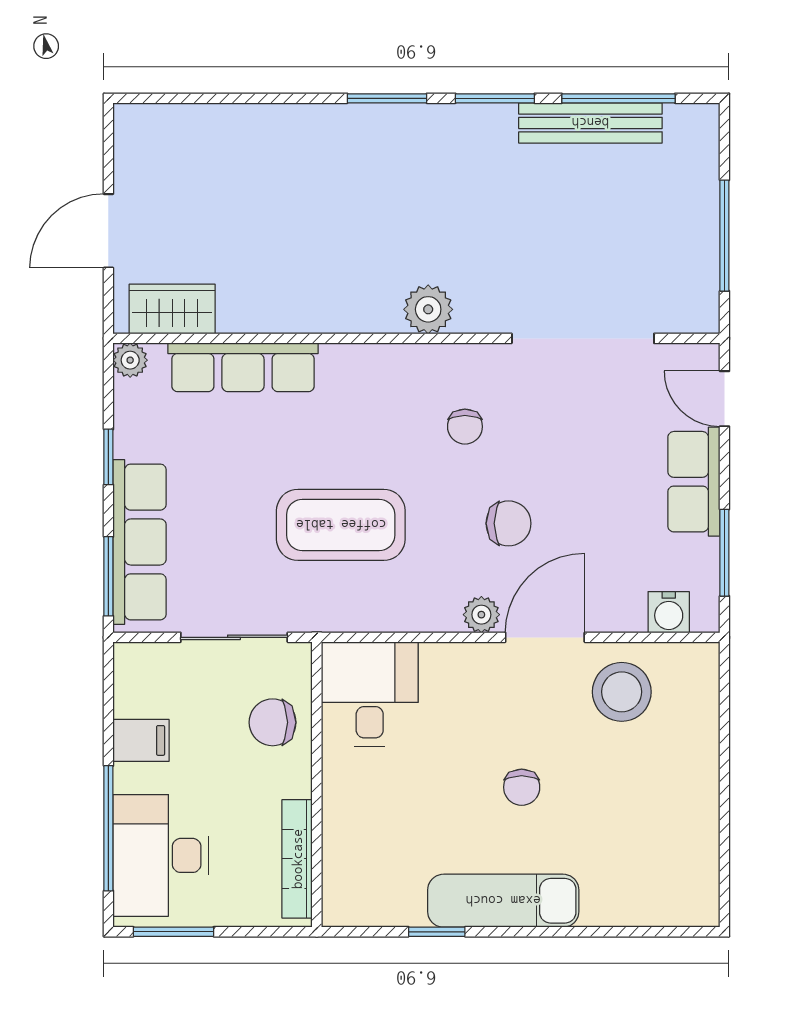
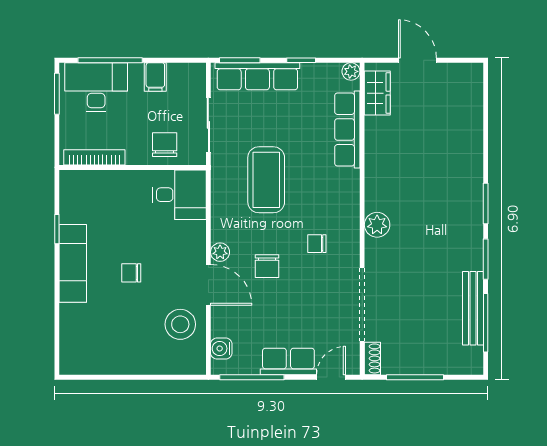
shoe rack: (688, 318) -> (372, 358), added
window: (724, 553) -> (252, 377), width x1.44

